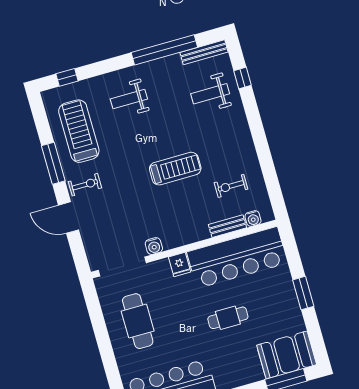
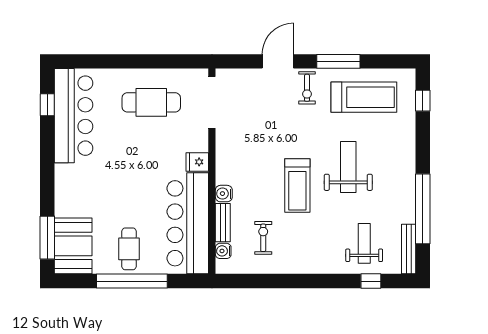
weight bench: (129, 99) -> (348, 167), moved, width x1.36, depth x1.33
water cooler: (154, 246) -> (224, 194), moved
window: (303, 293) -> (132, 281), width x2.11
cafe table: (228, 318) -> (129, 249), moved

